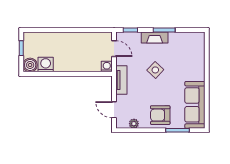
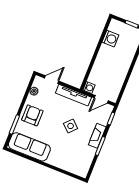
boiler: (30, 65) -> (115, 26), removed
tv unit: (121, 80) -> (73, 95), width x1.41

